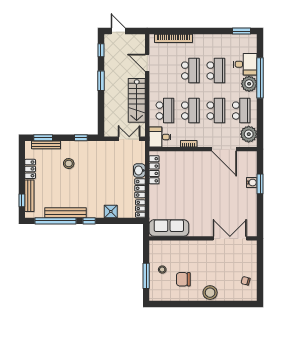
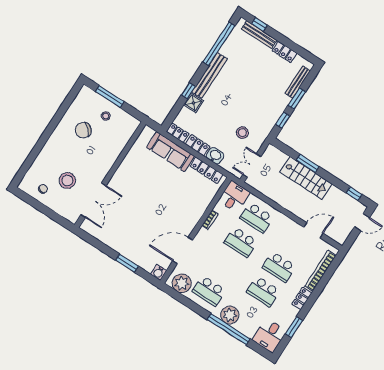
window: (241, 31) -> (294, 327), moved
locker: (203, 39) -> (302, 298), added
desk: (245, 64) -> (269, 335), moved
window: (101, 81) -> (308, 163), moved
stairs: (137, 100) -> (306, 178), moved, turned 180
school desk: (216, 111) -> (225, 266), removed
window: (43, 138) -> (297, 99), moved
double door: (129, 139) -> (252, 166), swing flipped
stool: (69, 163) -> (242, 133), moved
water cooler: (252, 183) -> (159, 272), moved
bench: (66, 213) -> (210, 75), moved
window: (89, 221) -> (188, 91), moved
sofa: (169, 228) -> (170, 152), moved, turned 90
chair: (183, 279) -> (83, 130), turned -135
stool: (210, 293) -> (67, 180), moved

